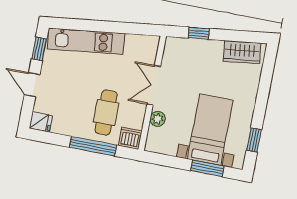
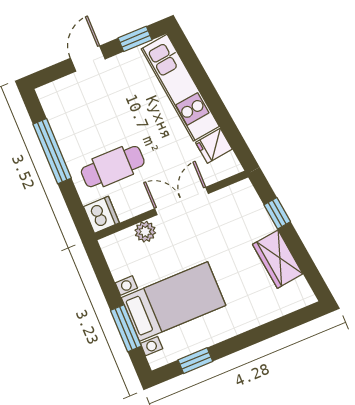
wardrobe: (242, 52) -> (278, 259), moved
fridge: (41, 122) -> (214, 146), moved, turned 83
window: (93, 146) -> (52, 151), moved

